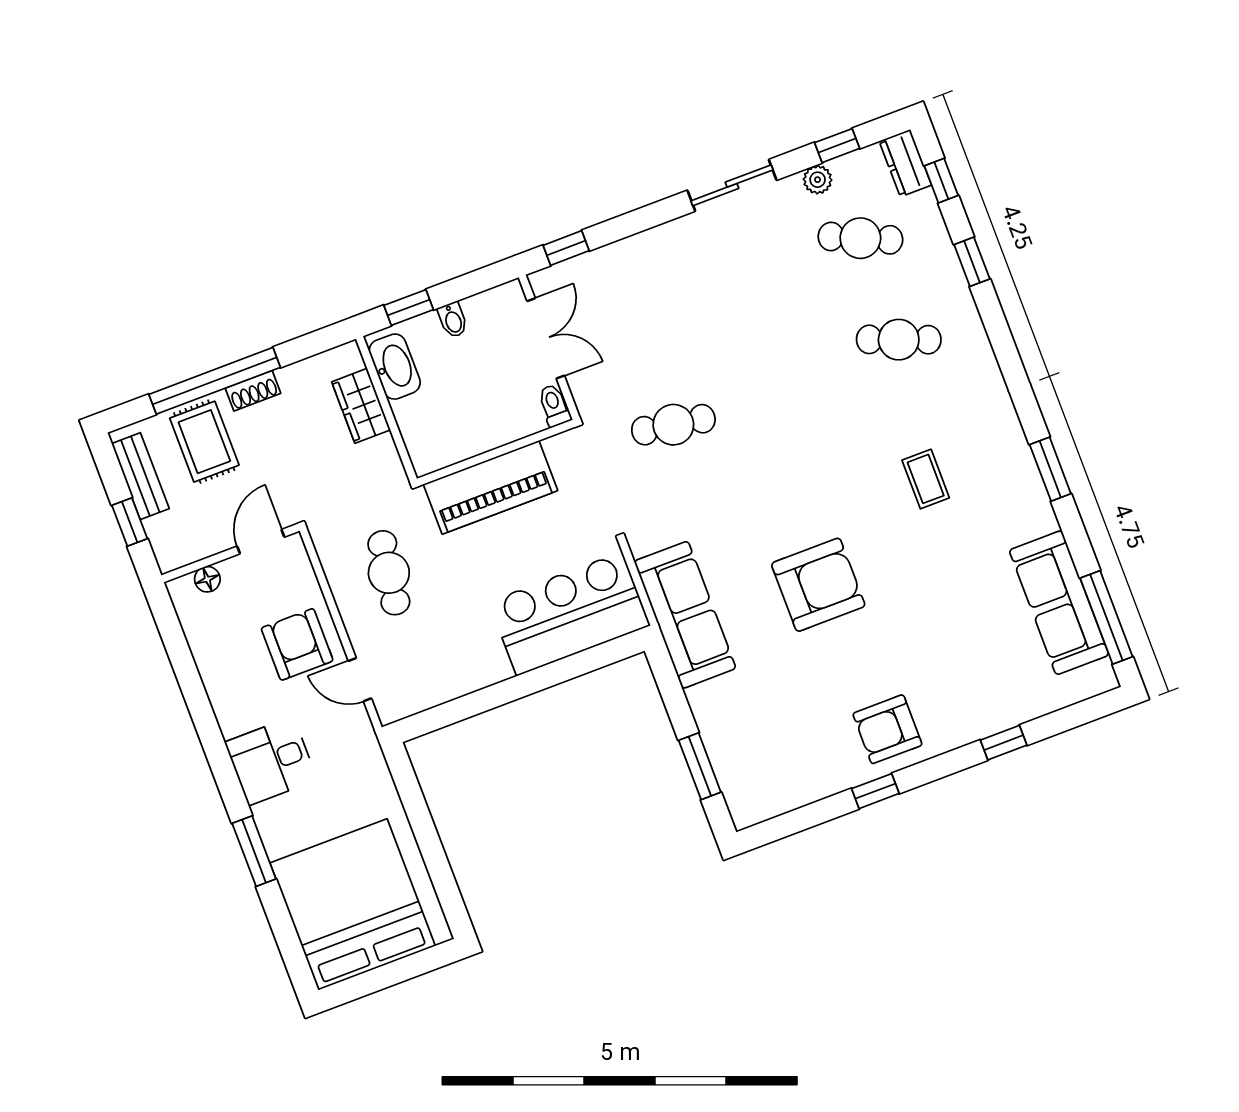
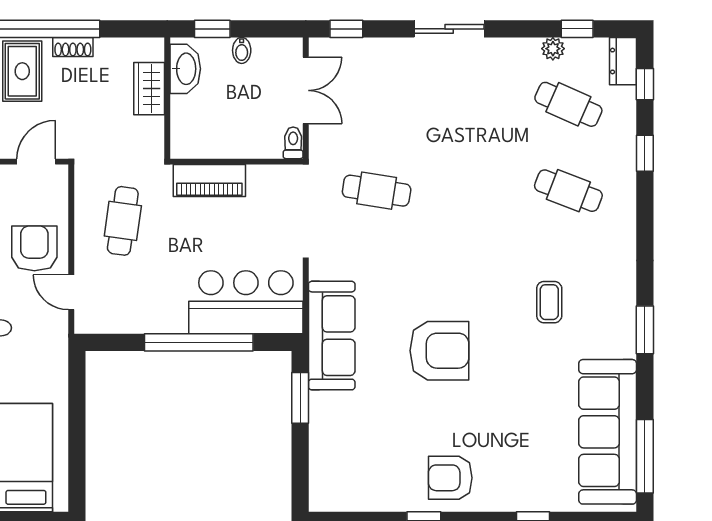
sliding door: (732, 185) -> (449, 29), moved
piano: (490, 487) -> (209, 181), width x0.73, depth x0.75
sofa: (1059, 603) -> (608, 432), width x1.36, depth x1.27
window: (532, 682) -> (199, 342), added
window: (700, 766) -> (300, 398), moved

